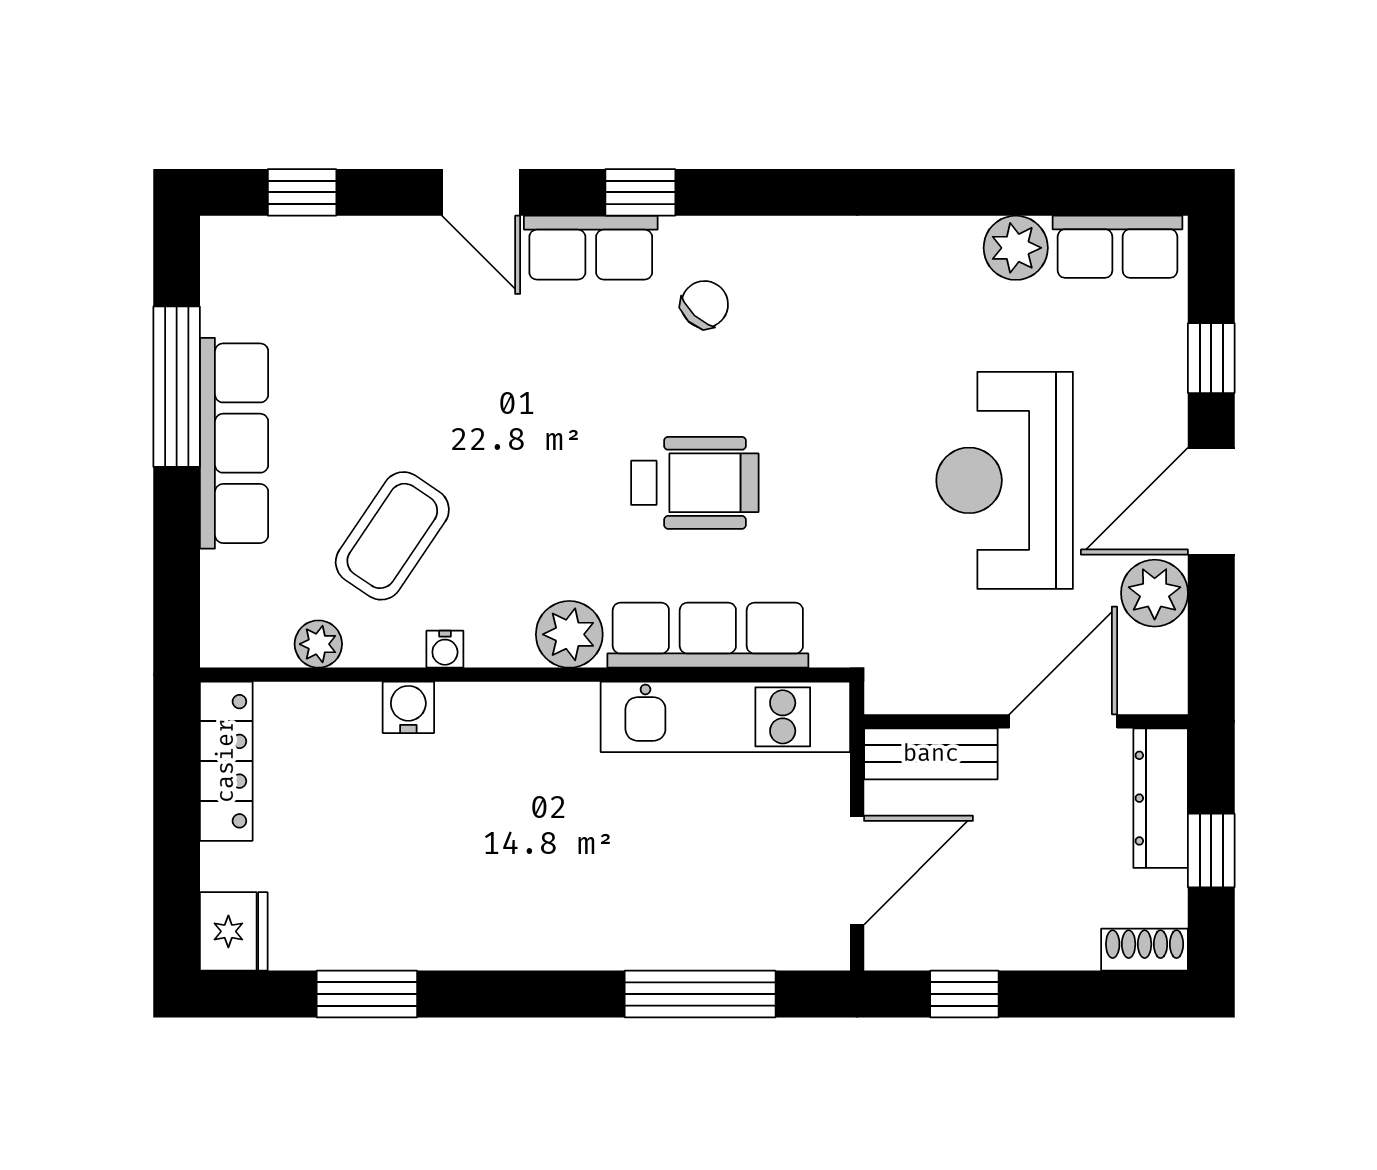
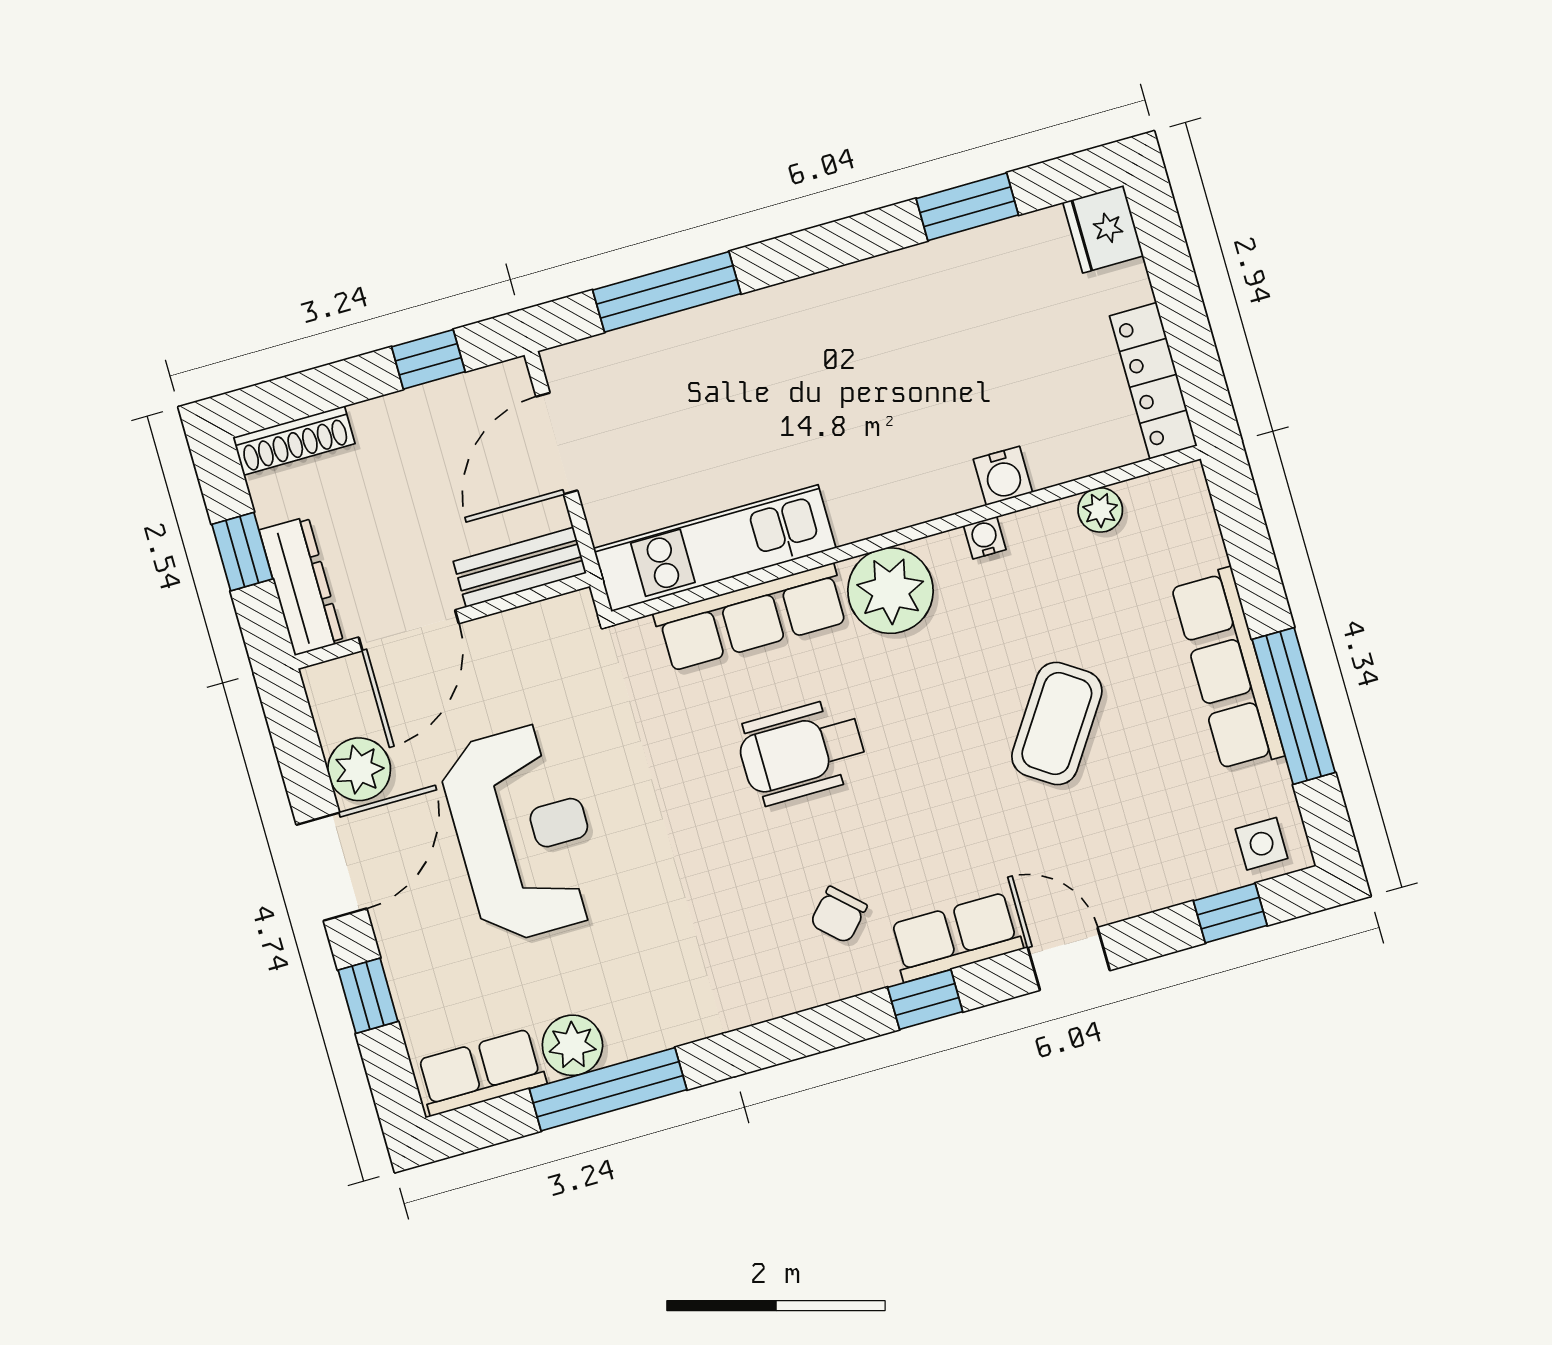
window: (992, 192) -> (608, 1089), added
side table: (250, 255) -> (1262, 844), added
coffee table: (392, 536) -> (1057, 724), moved
plant: (569, 634) -> (890, 591), width x1.36, depth x1.36
shoe rack: (1145, 950) -> (294, 441), width x1.43

